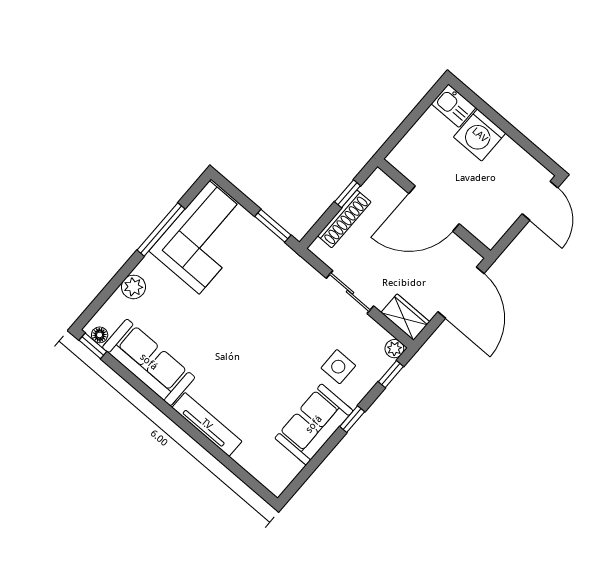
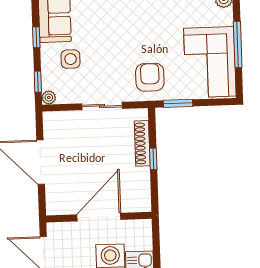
door: (434, 209) -> (99, 217), moved
wall: (434, 209) -> (99, 217), moved
armchair: (277, 277) -> (150, 77), added
wardrobe: (405, 317) -> (59, 120), removed

